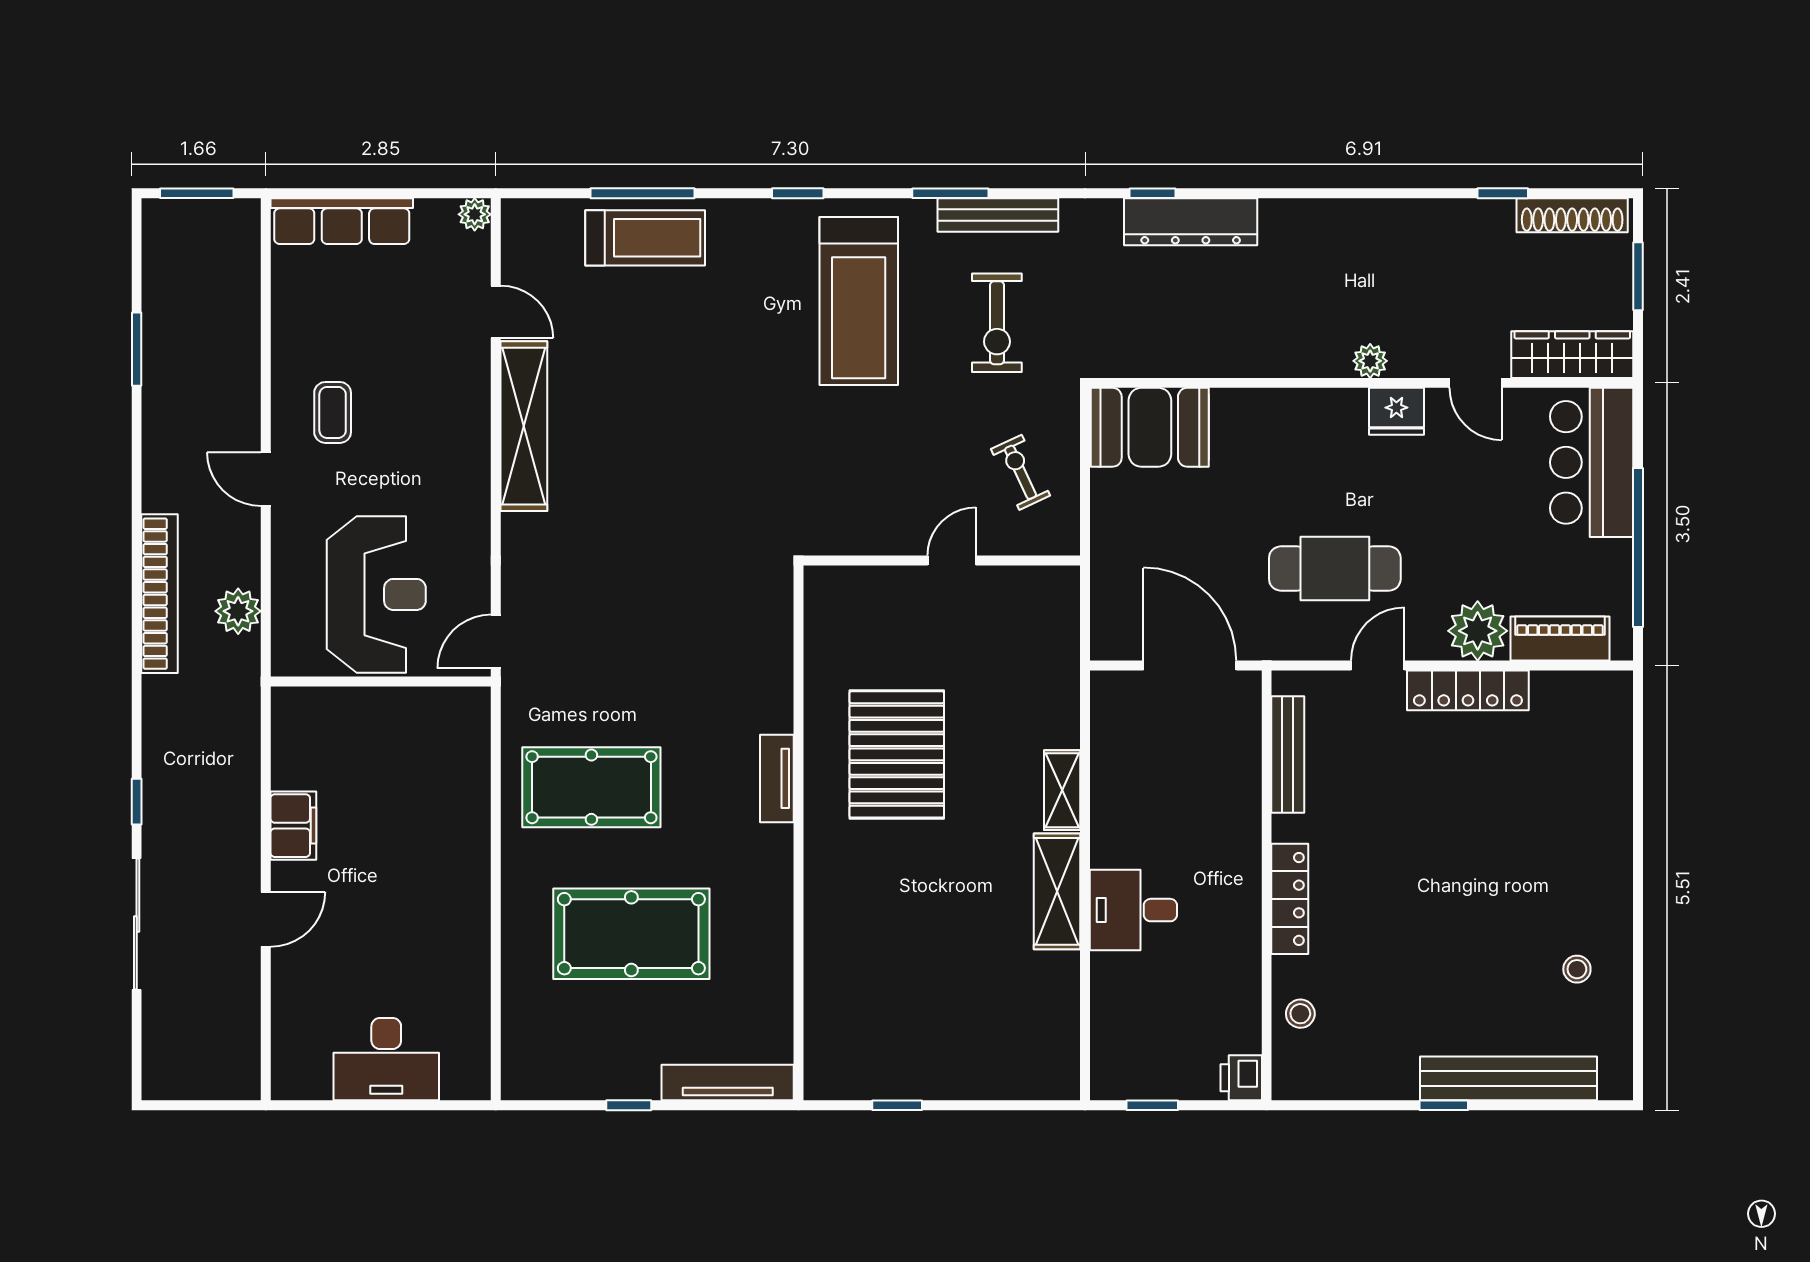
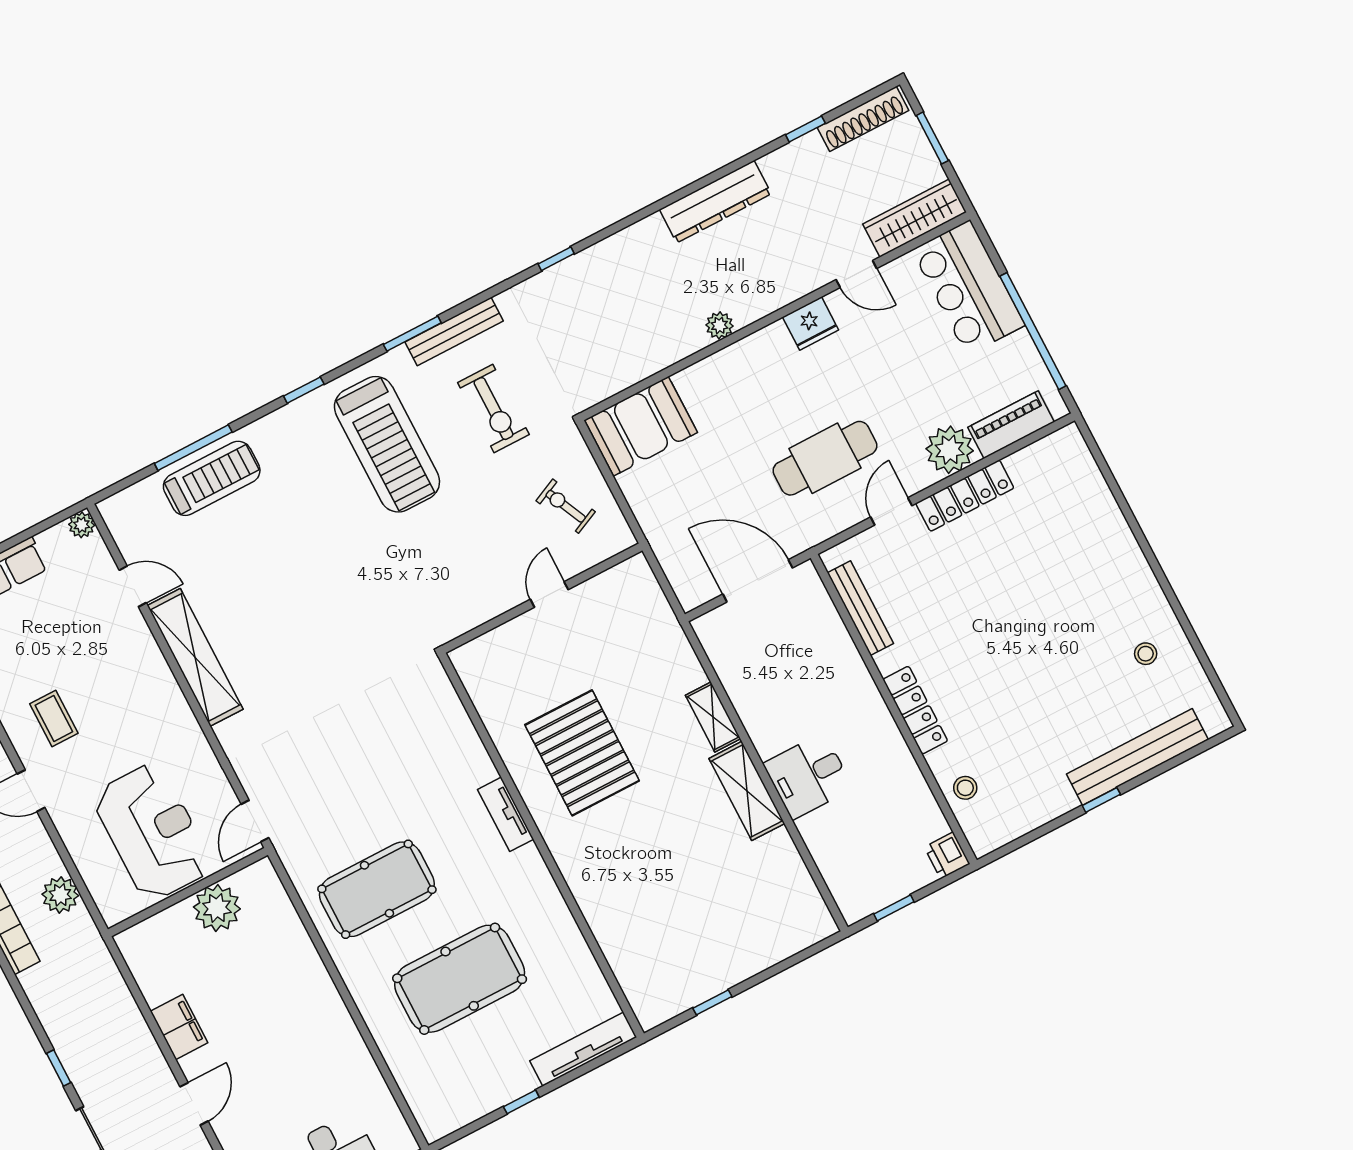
dresser: (1191, 222) -> (715, 202), moved
plant: (1370, 361) -> (719, 325), moved
plant: (404, 716) -> (217, 908), added

